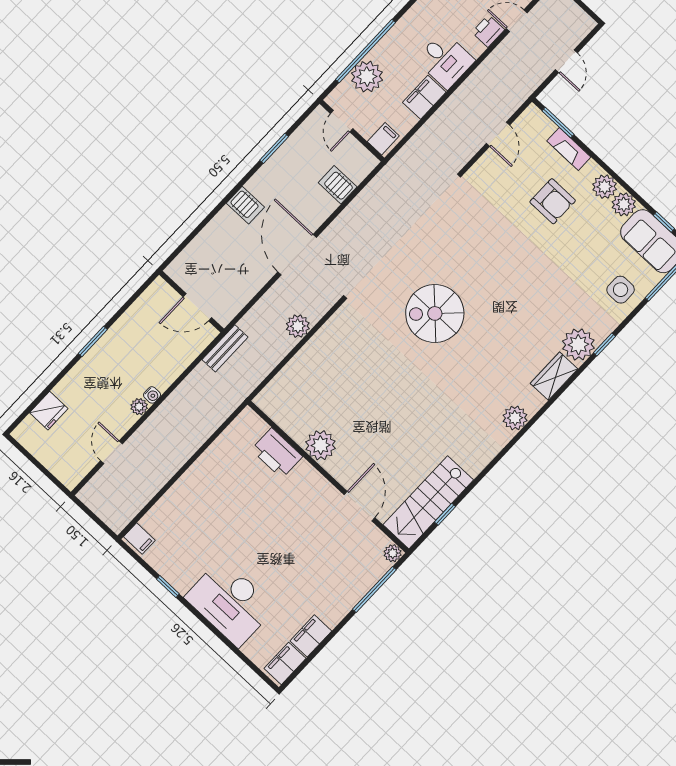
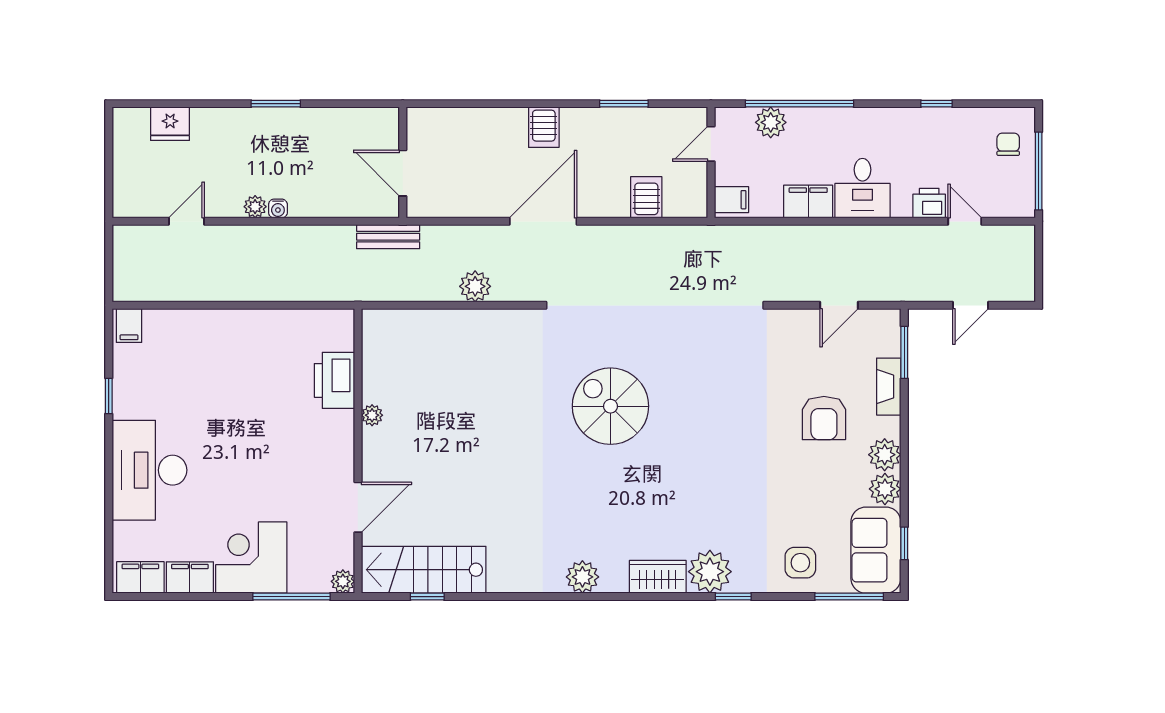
plant: (367, 77) -> (771, 122), width x0.73, depth x0.73
plant: (321, 445) -> (372, 415), width x0.53, depth x0.53
corner desk: (332, 592) -> (251, 558), added

